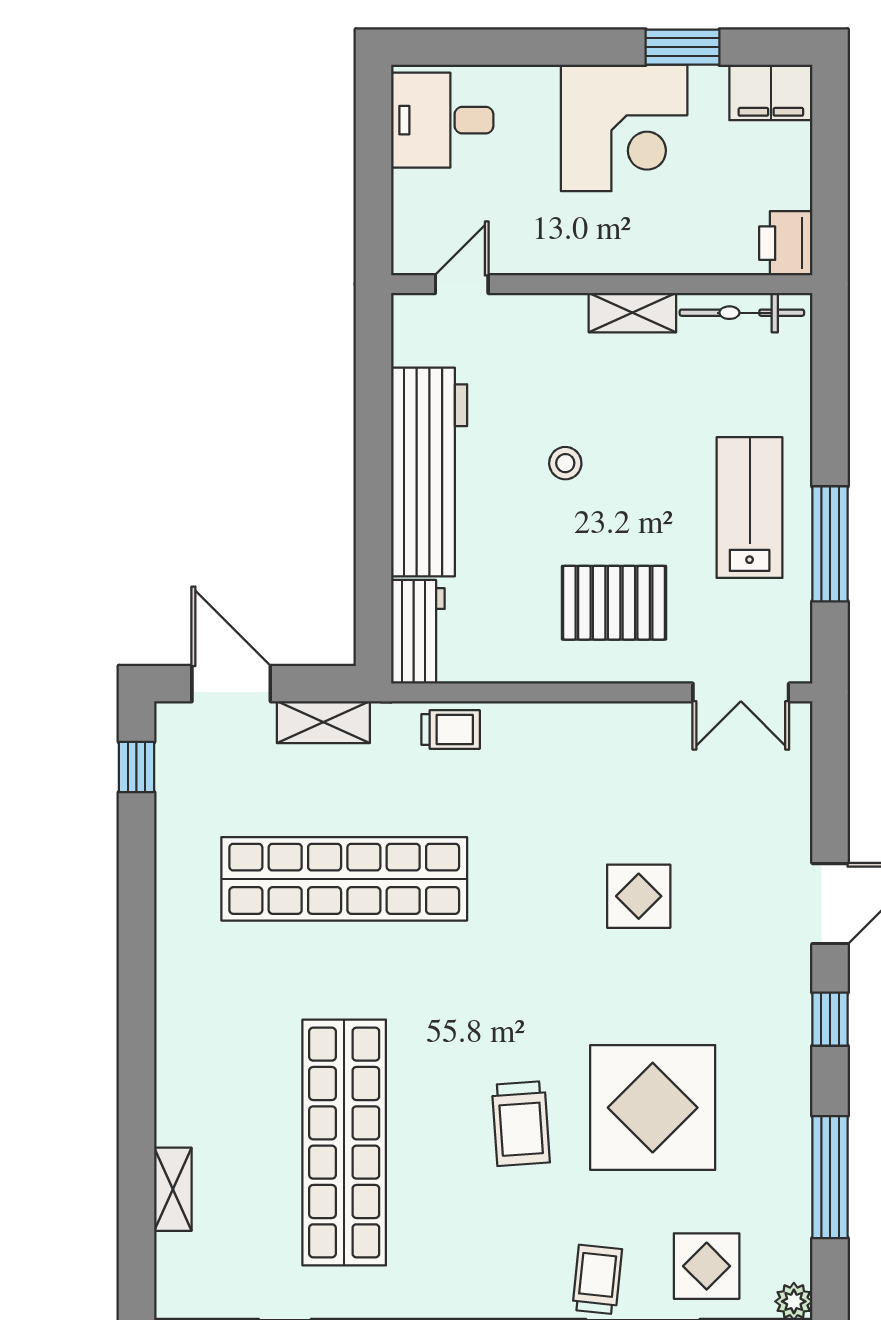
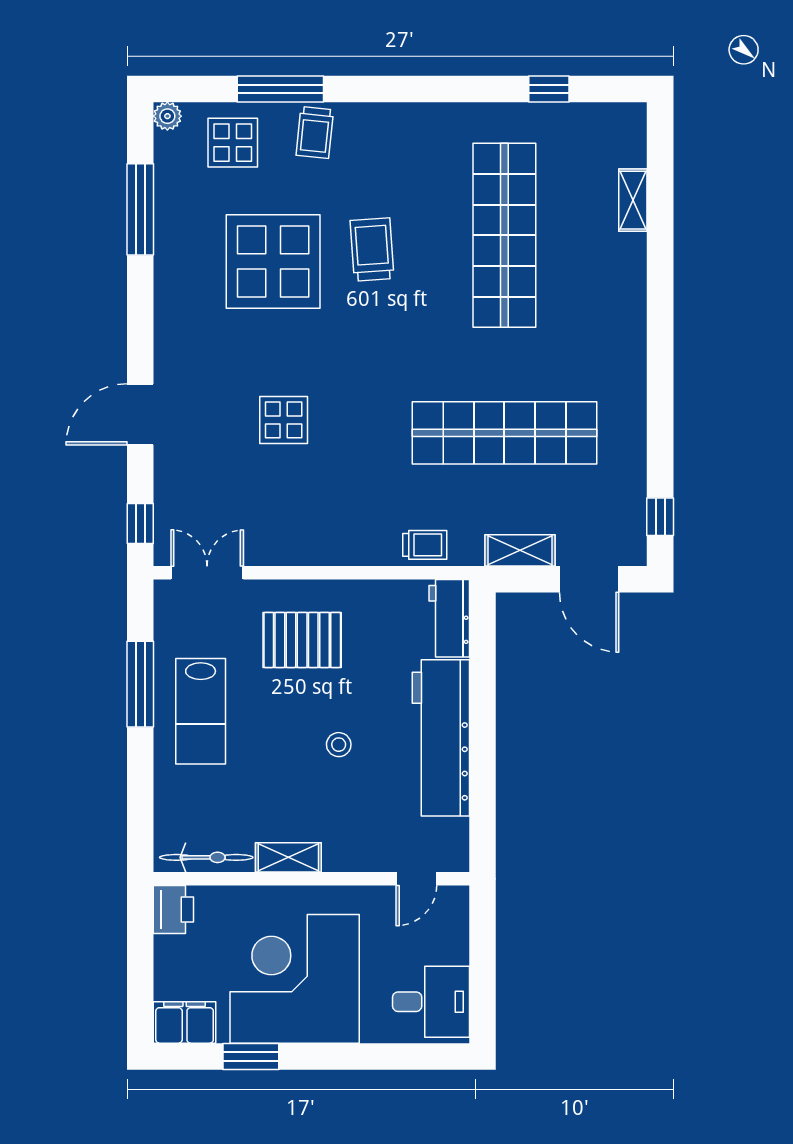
corner desk: (624, 128) -> (295, 979), width x1.36, depth x1.36
trolley: (451, 730) -> (425, 545), turned 180
window: (830, 1019) -> (140, 524), moved

